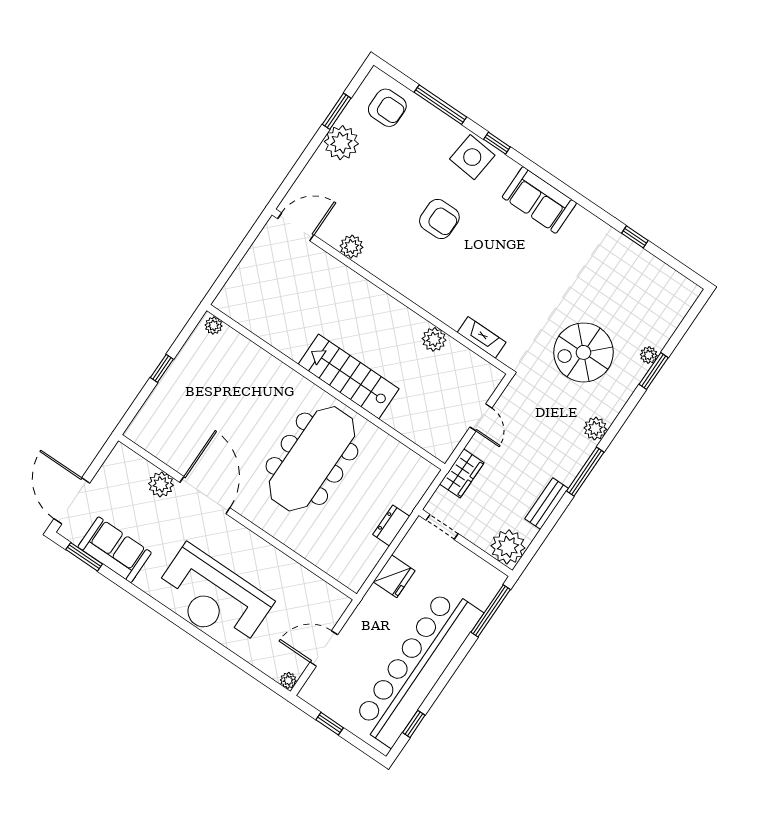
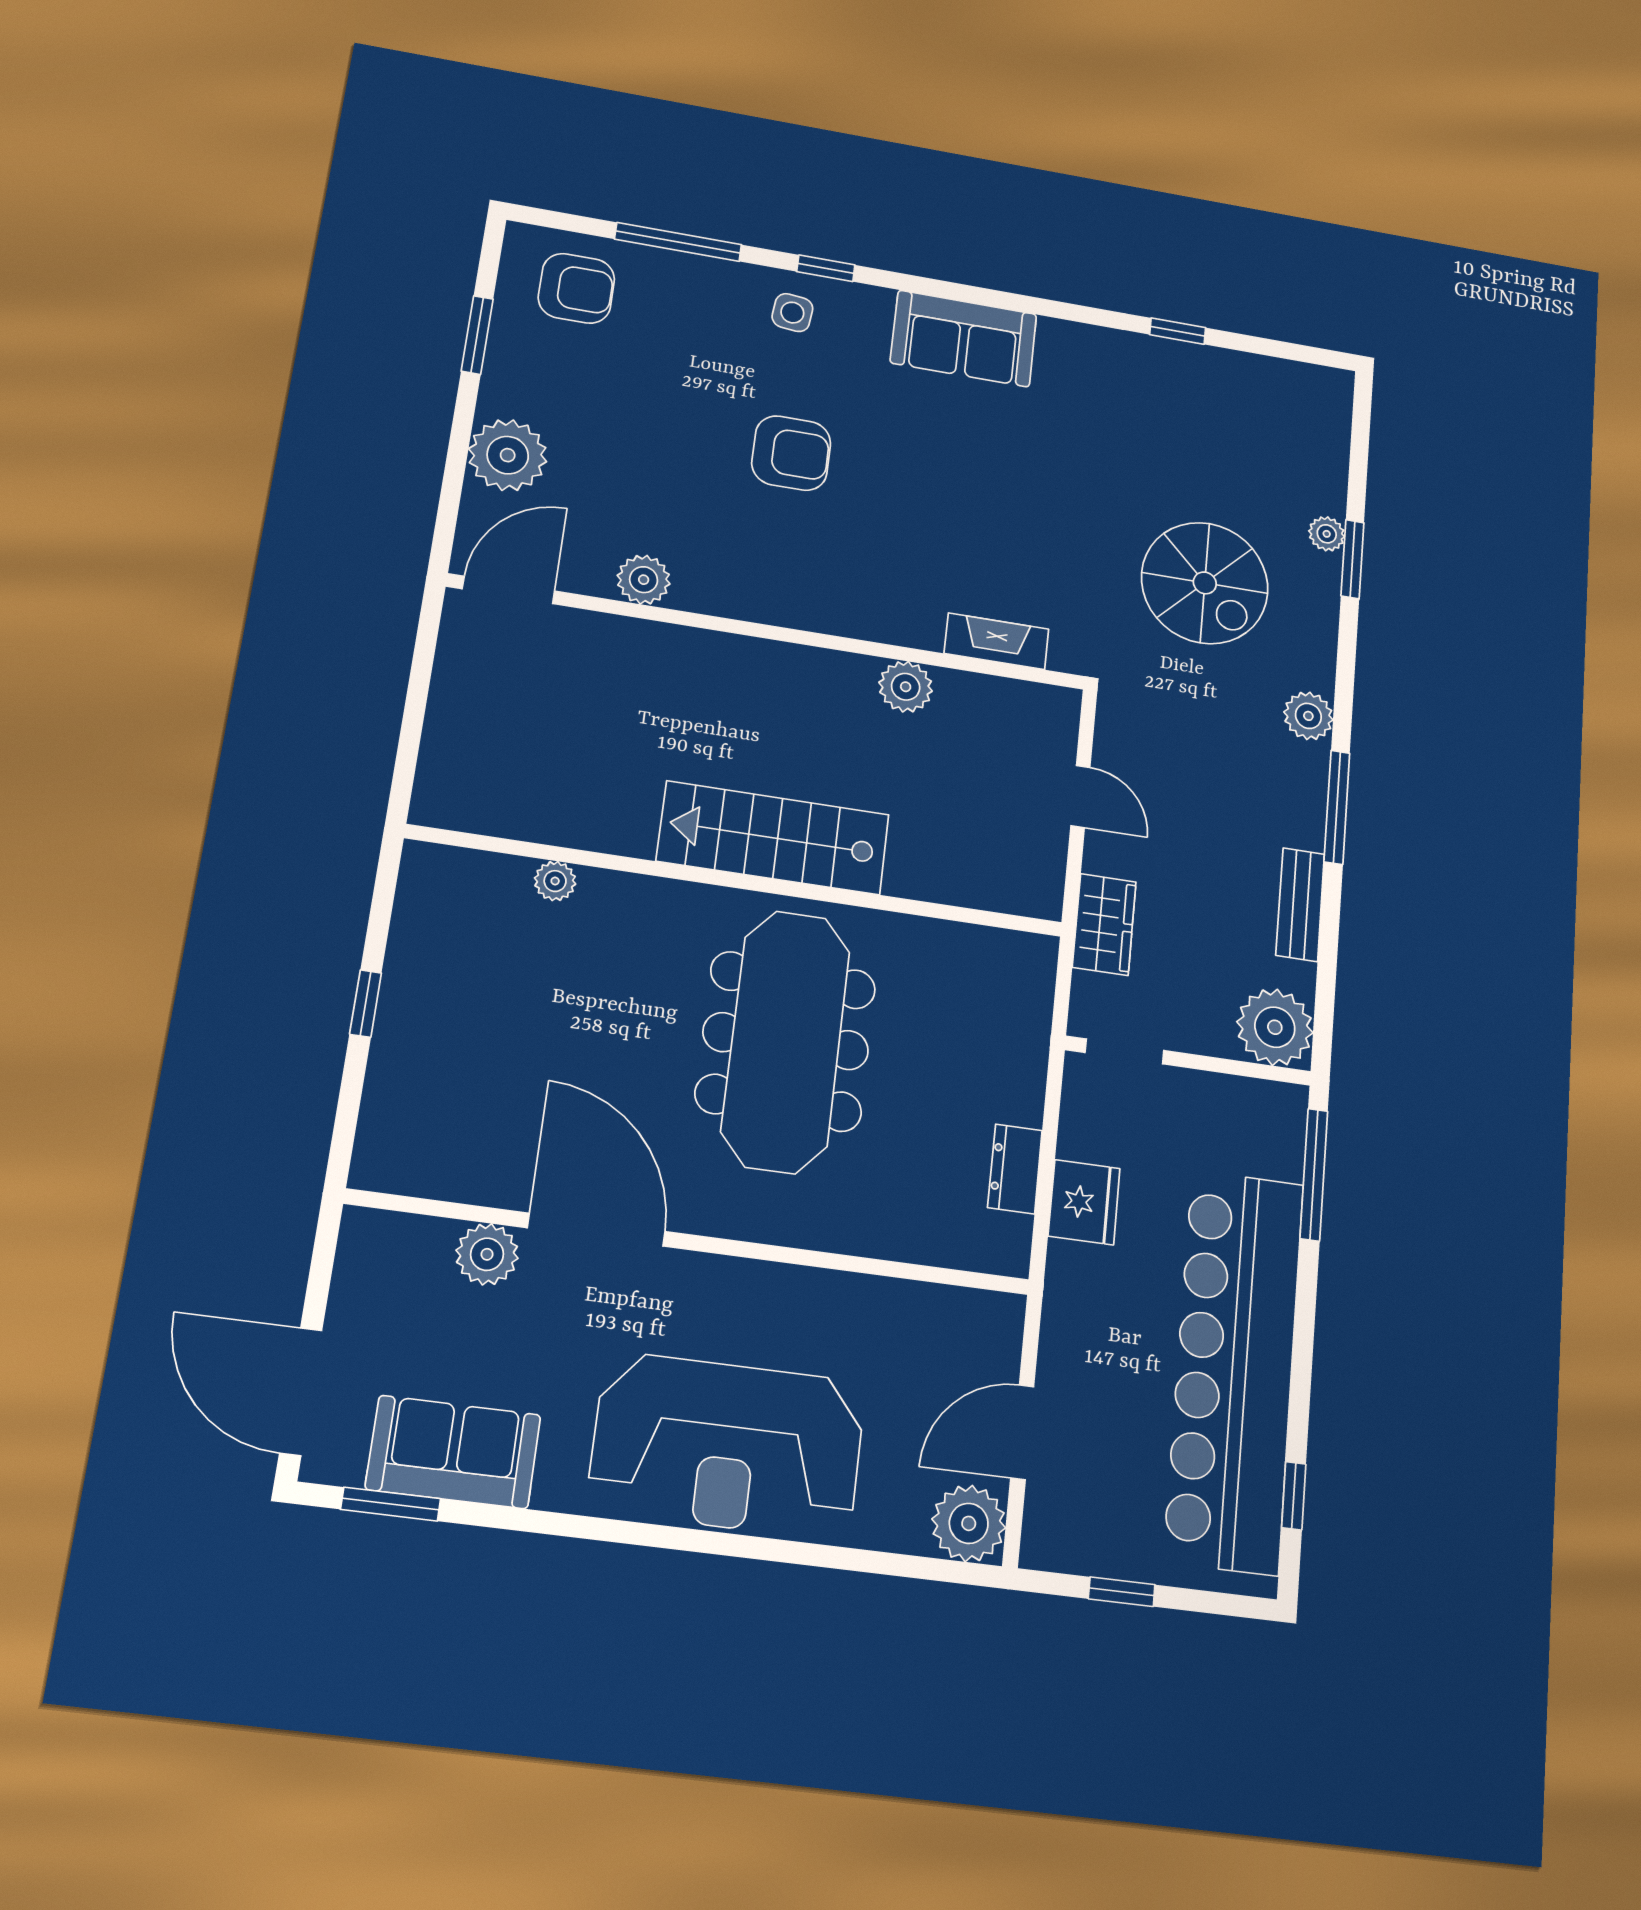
plant: (341, 143) -> (508, 455), moved
side table: (472, 157) -> (792, 313), width x0.54, depth x0.54
plant: (214, 326) -> (555, 881), moved
spiral stairs: (583, 352) -> (1205, 583), turned -90
dresser: (391, 525) -> (1015, 1169), moved
plant: (288, 680) -> (969, 1523), width x1.88, depth x1.88

